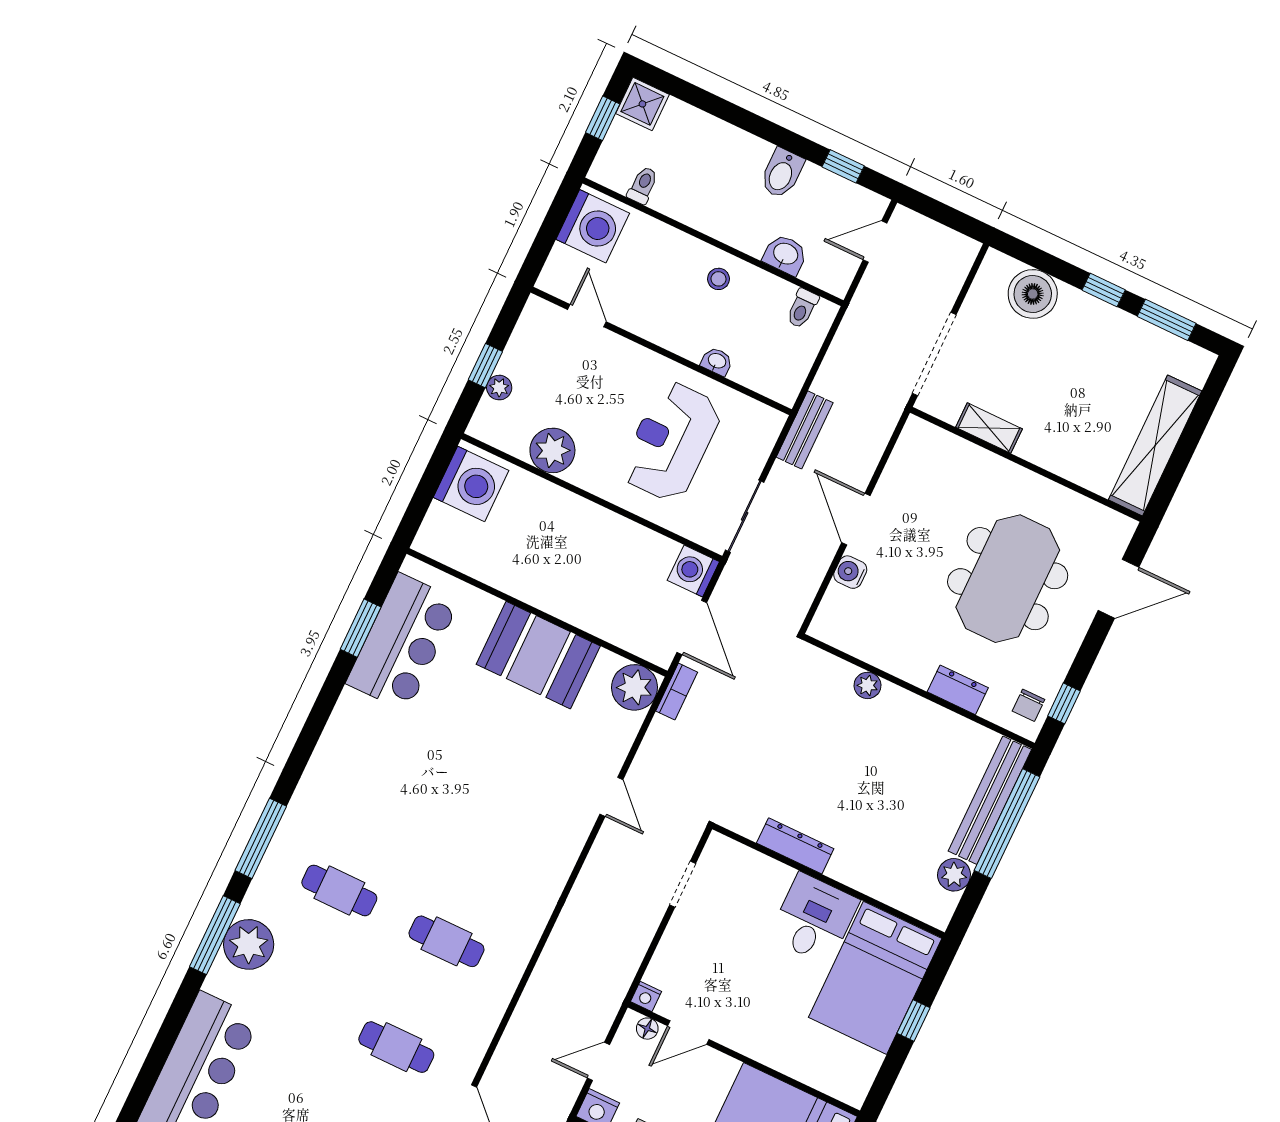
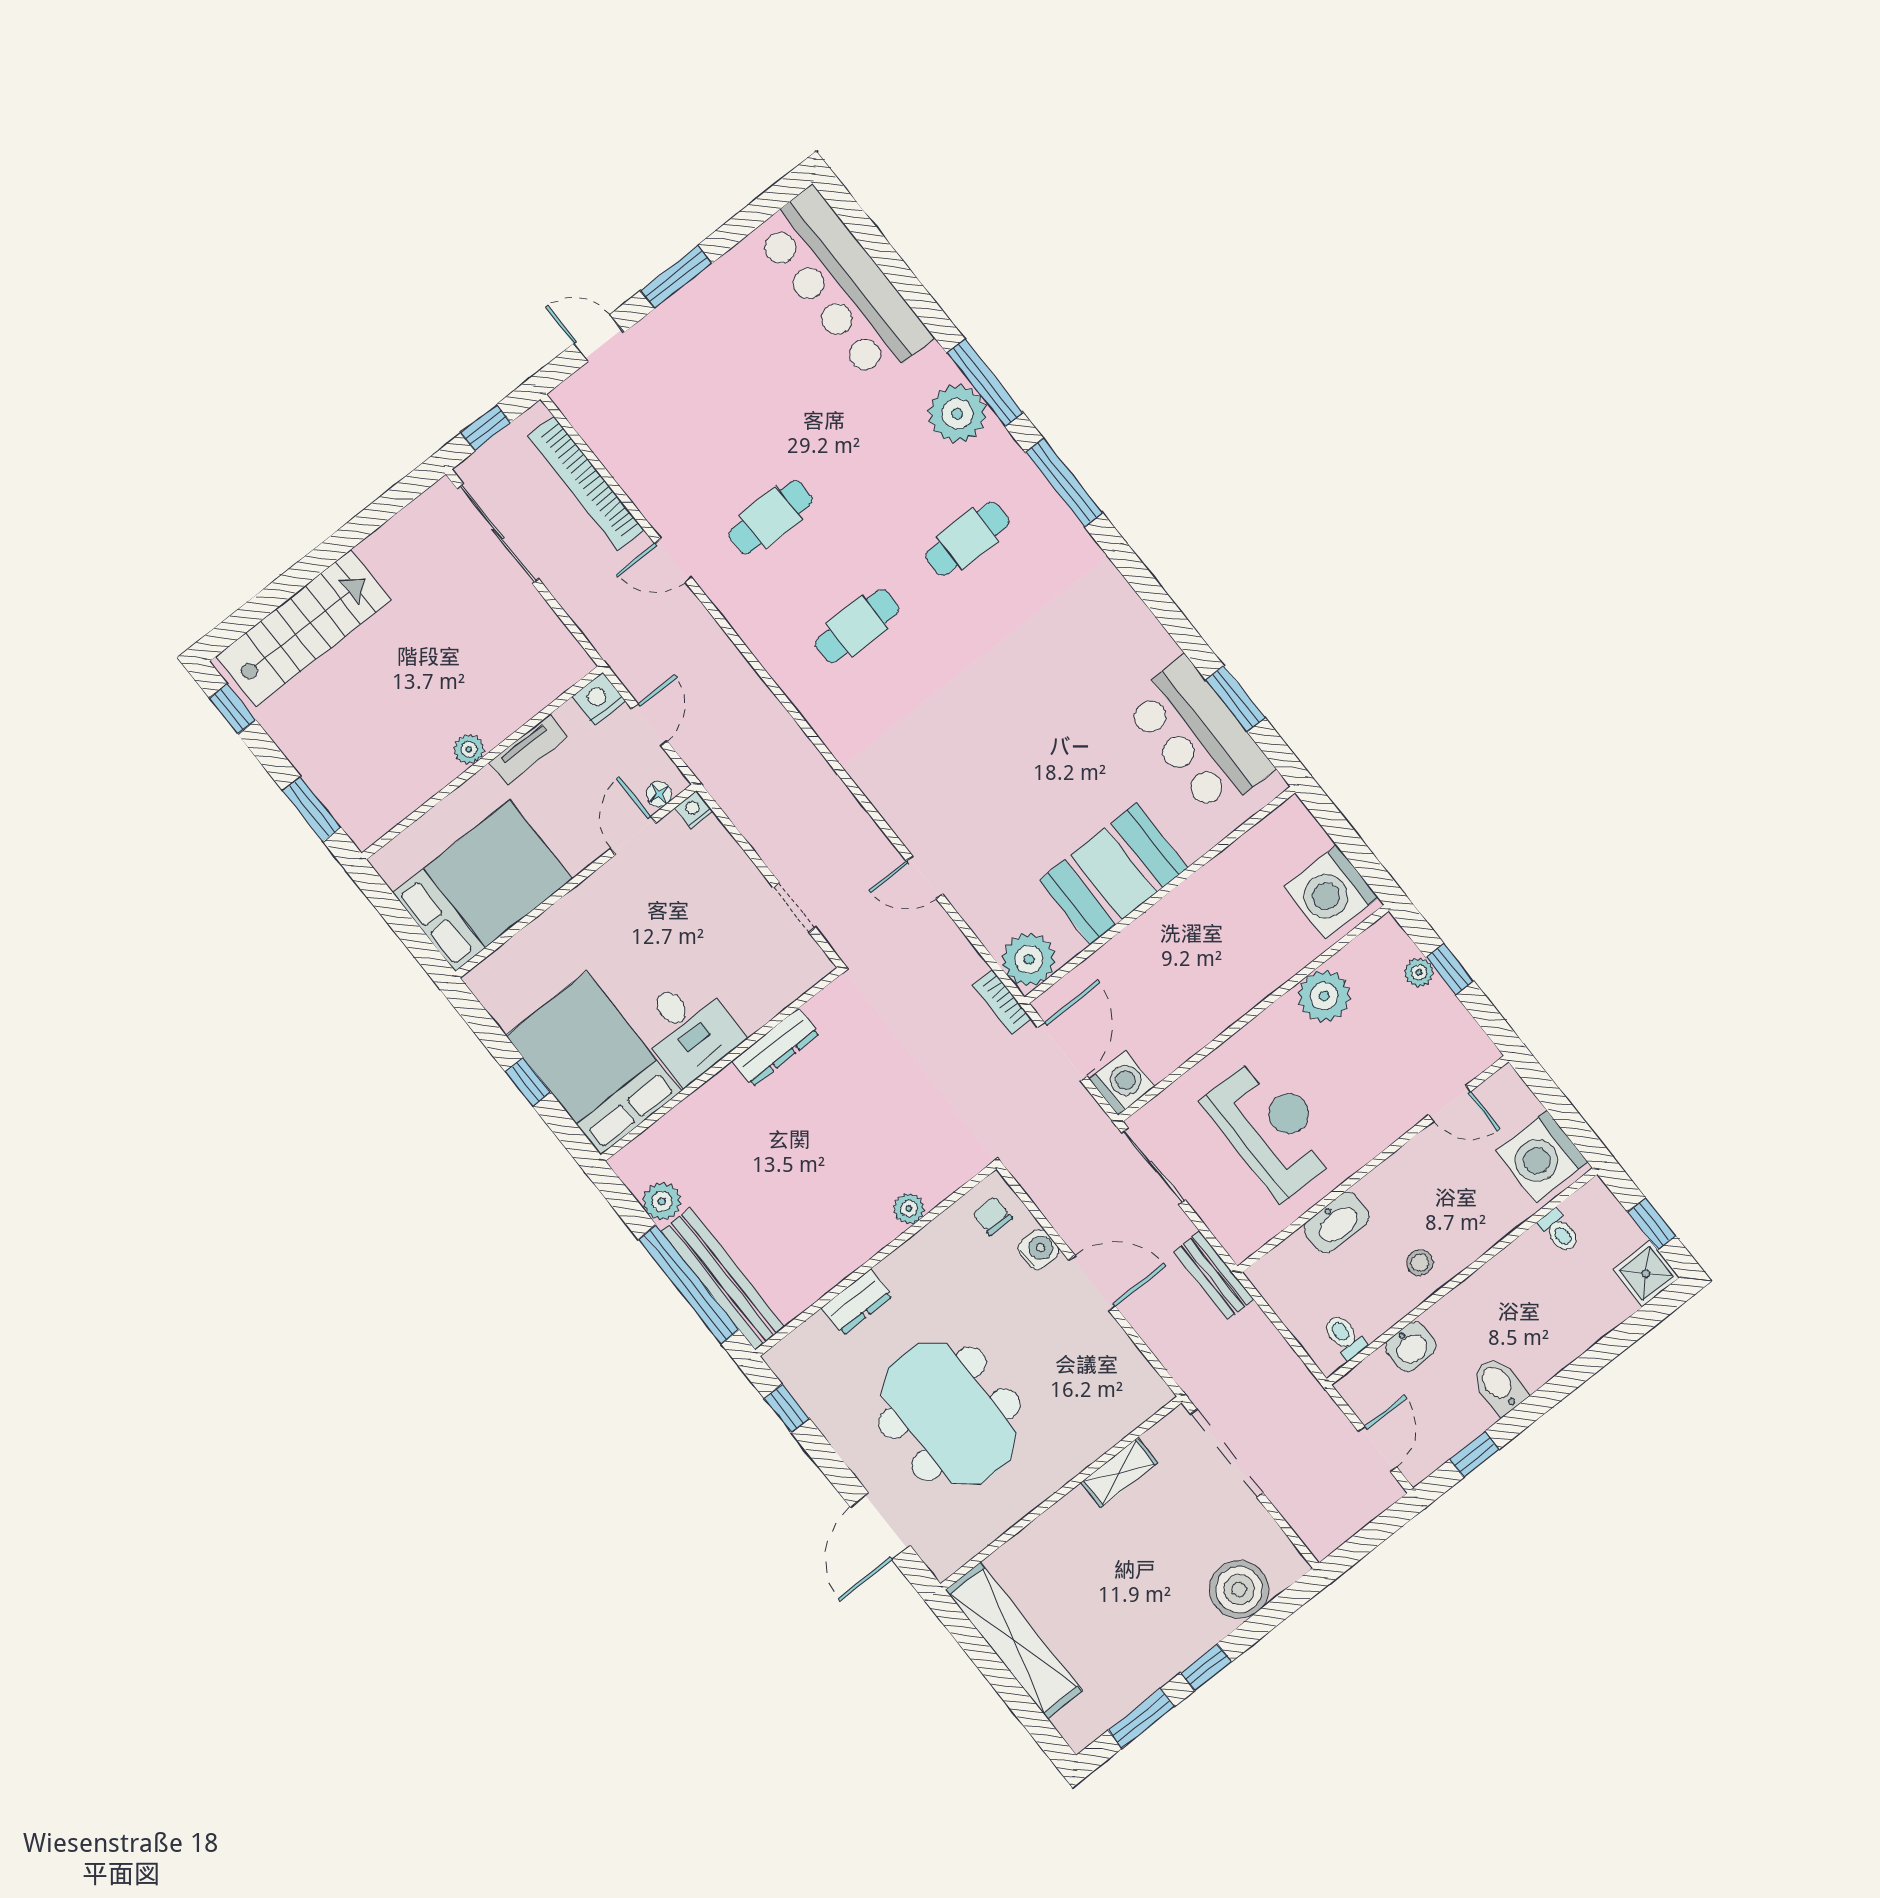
washbasin: (717, 361) -> (1337, 1222), width x1.91, depth x1.45
door: (692, 628) -> (1063, 1052), swing flipped
chair: (1029, 705) -> (992, 1216), moved

